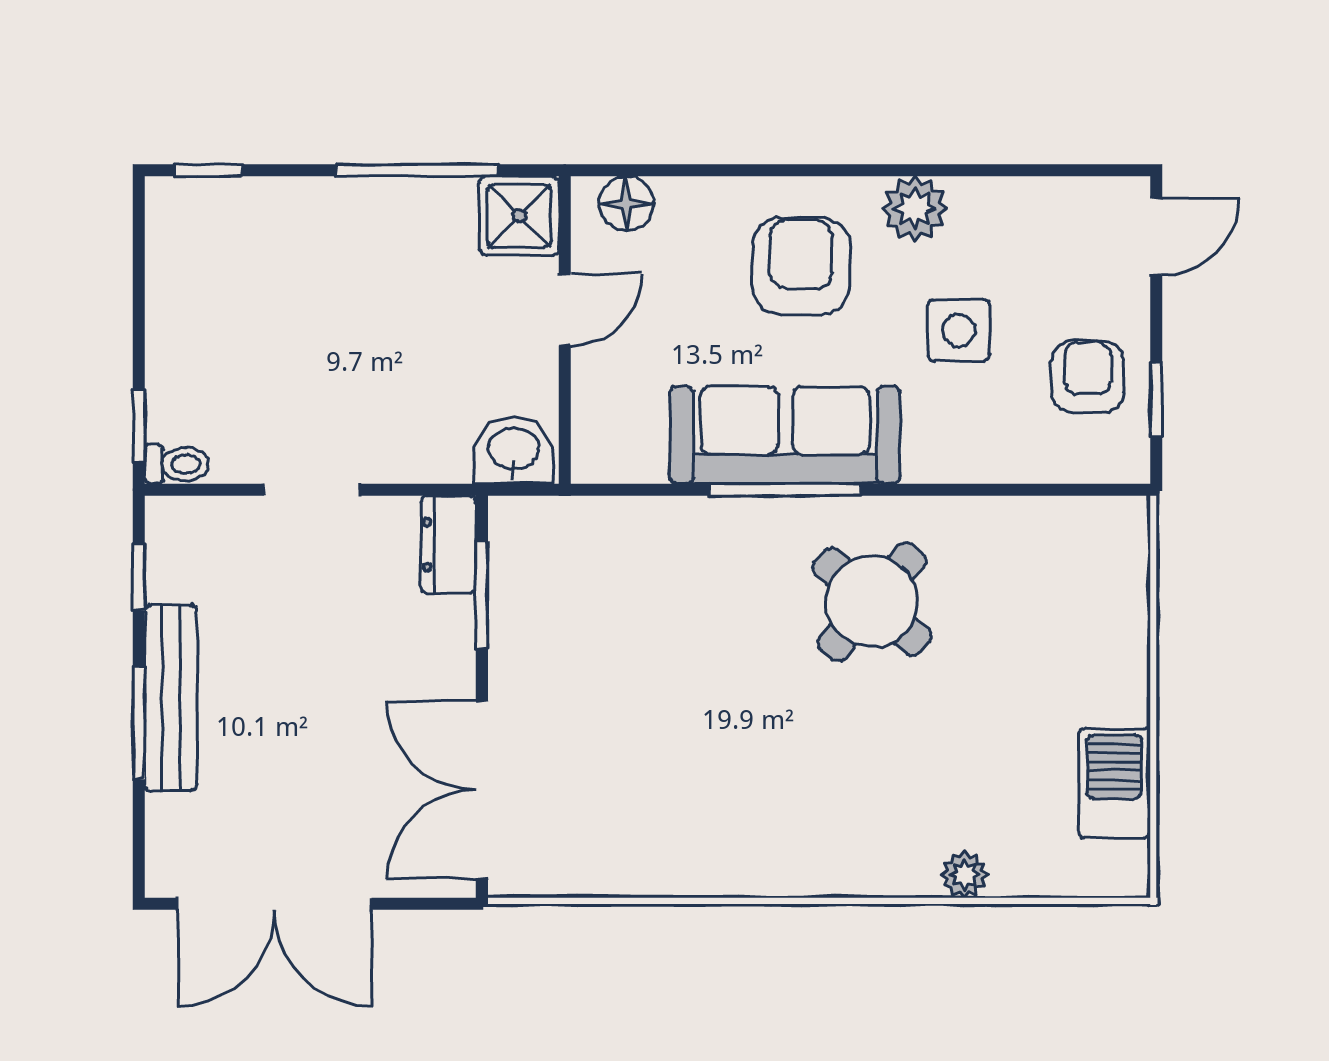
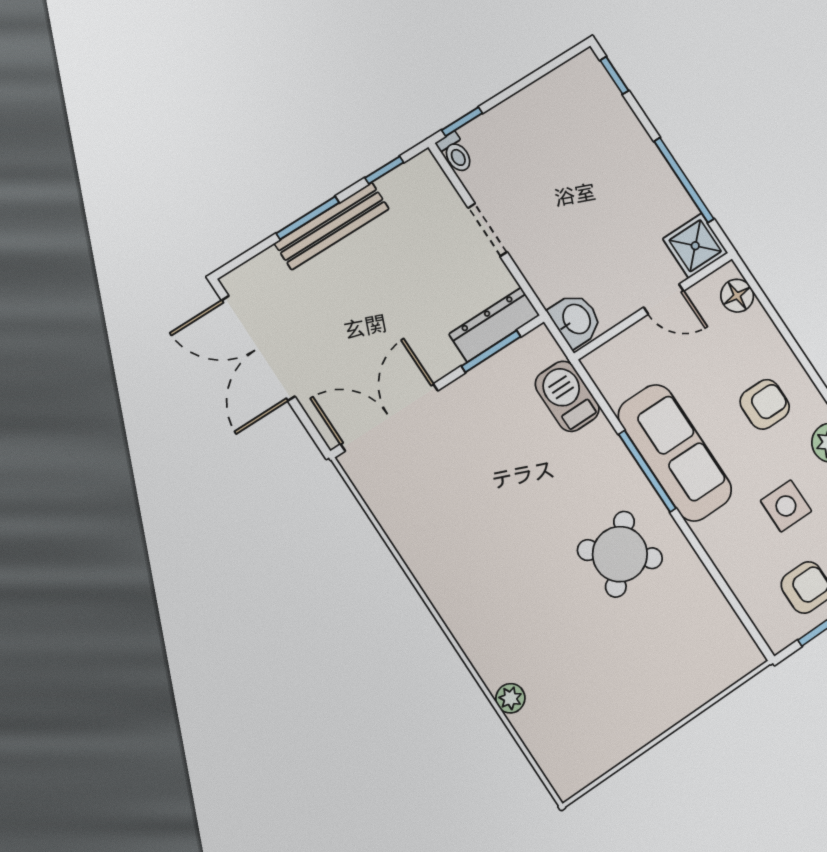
armchair: (801, 266) -> (765, 404), width x0.72, depth x0.72
dresser: (448, 545) -> (494, 325), width x1.44
barbecue: (1114, 783) -> (567, 396), moved, turned -90

